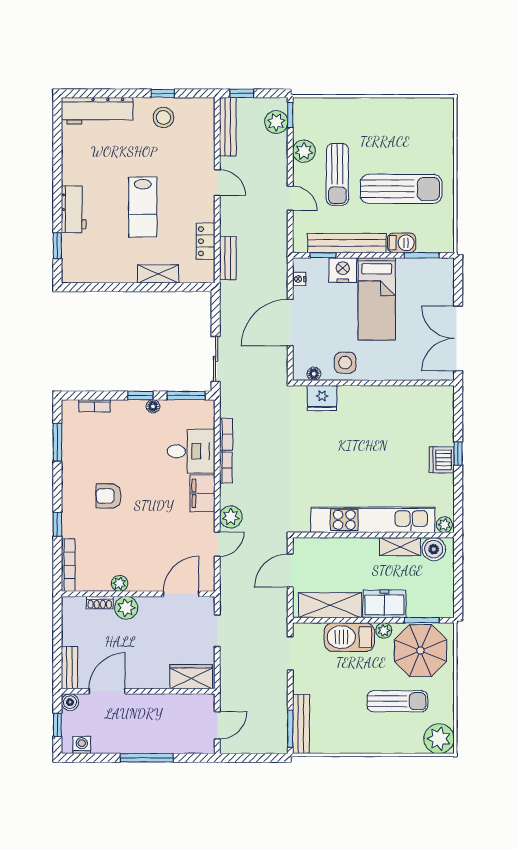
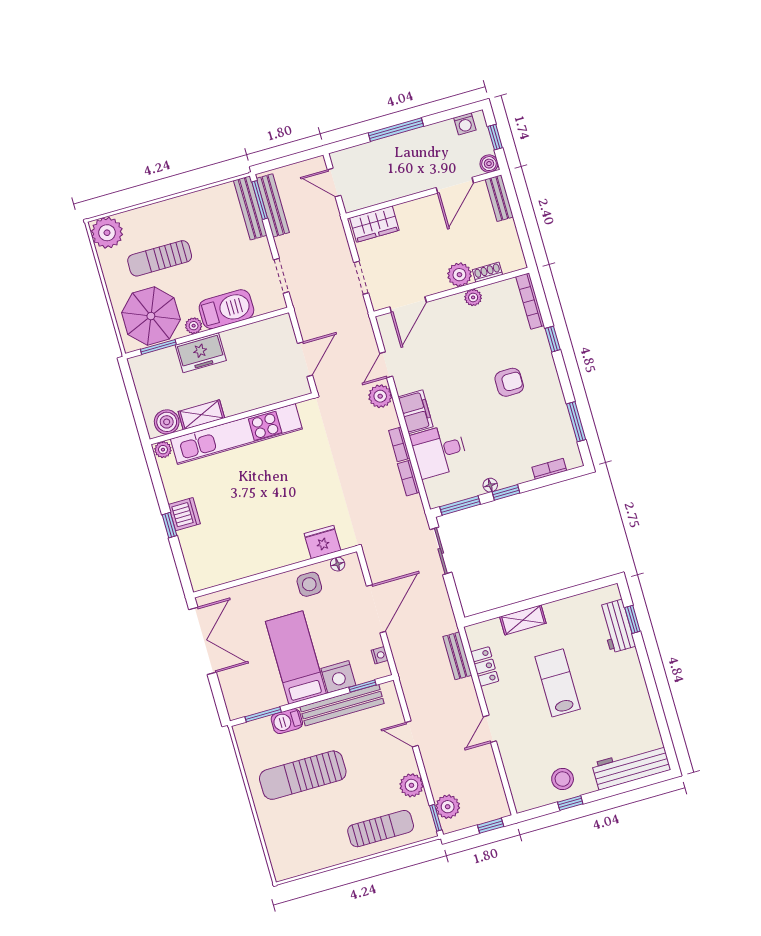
bench: (228, 127) -> (273, 205), moved
sun lounger: (337, 174) -> (381, 829), moved, turned 90
door: (217, 182) -> (490, 729), hinge flipped
workbench: (74, 209) -> (617, 626), moved
shelving: (330, 605) -> (255, 336), removed
door: (217, 725) -> (334, 183), hinge flipped

